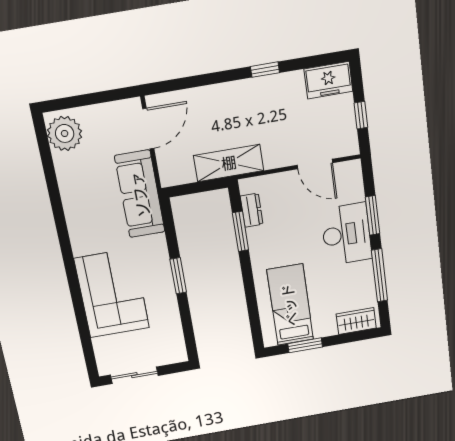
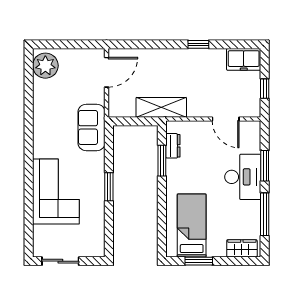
sofa: (140, 194) -> (91, 127), width x0.73

